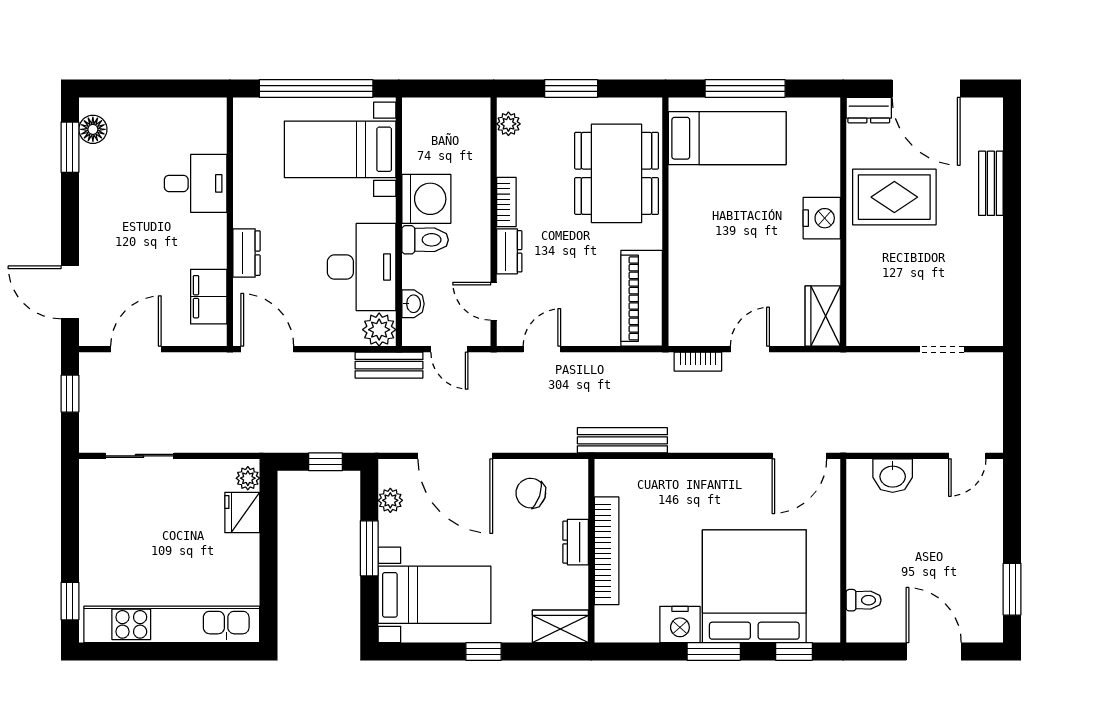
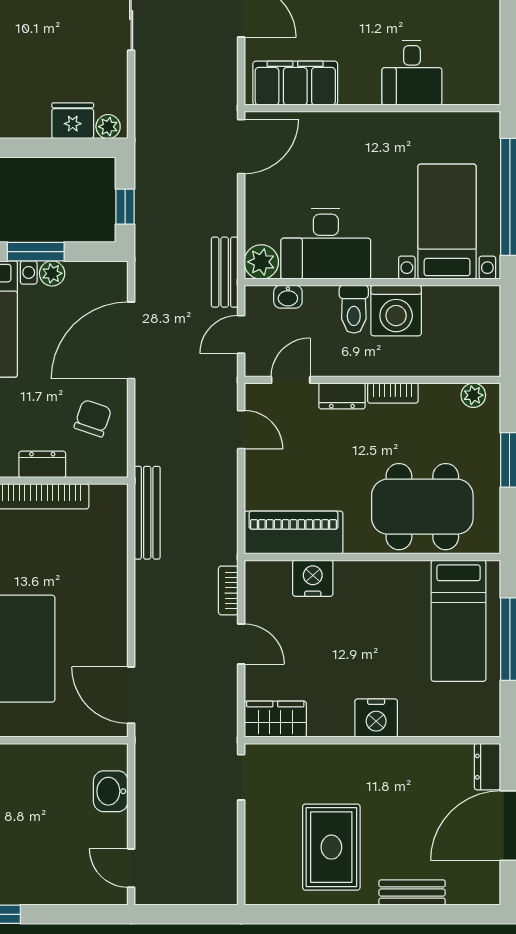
rug: (894, 197) -> (331, 847), moved
dresser: (246, 253) -> (340, 125), removed
nightstand: (686, 280) -> (313, 578), added
filing cabinet: (209, 297) -> (295, 83), width x1.50, depth x1.17
doorway: (942, 349) -> (241, 777), moved
plant: (390, 500) -> (52, 273), moved

